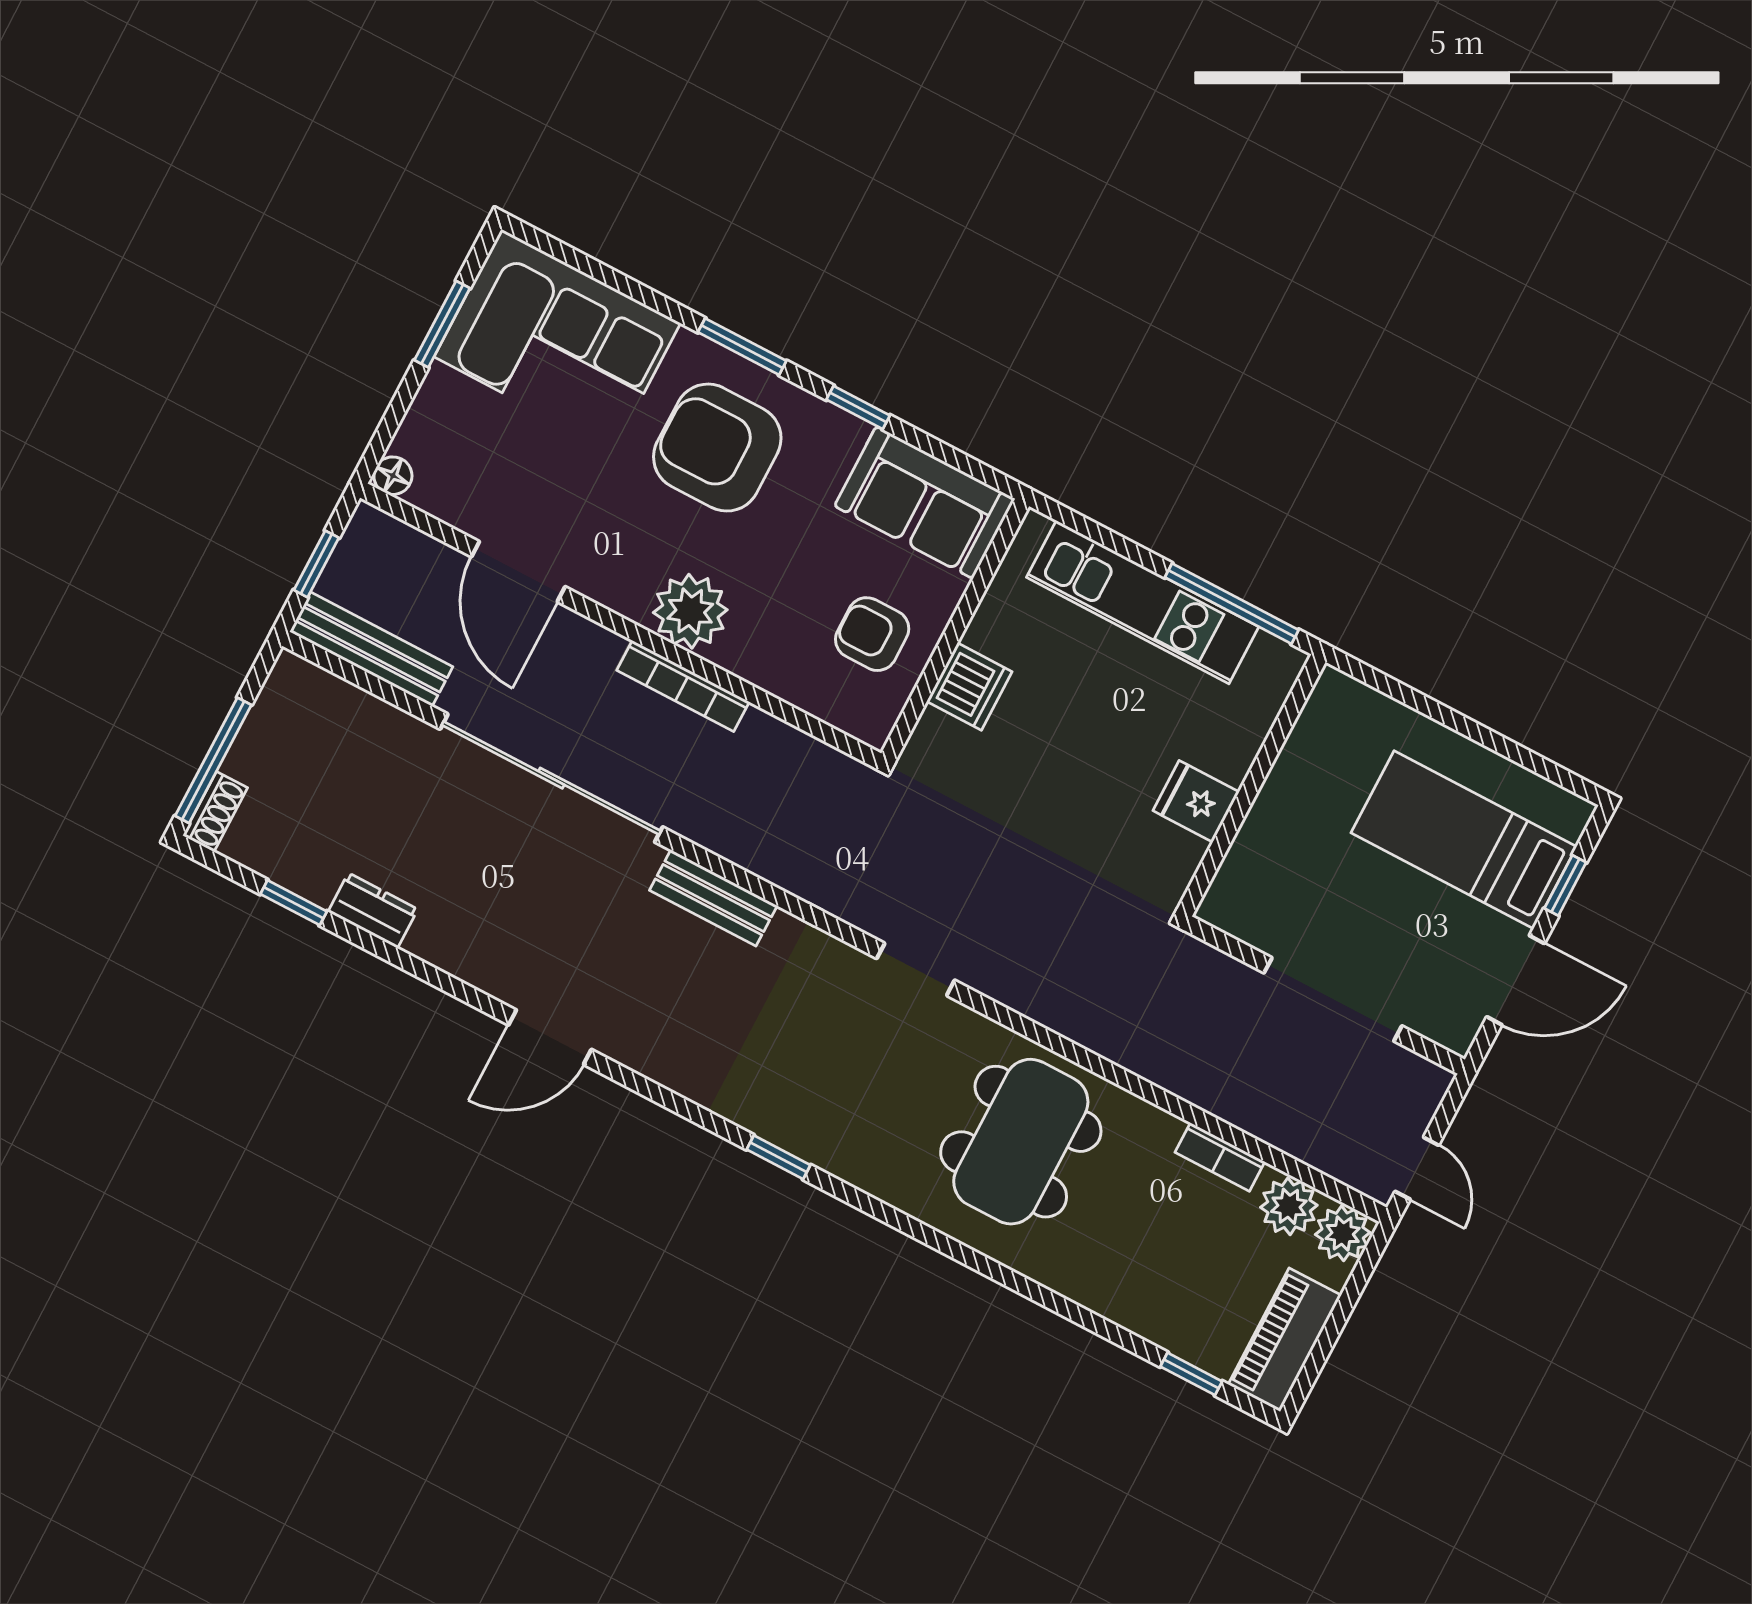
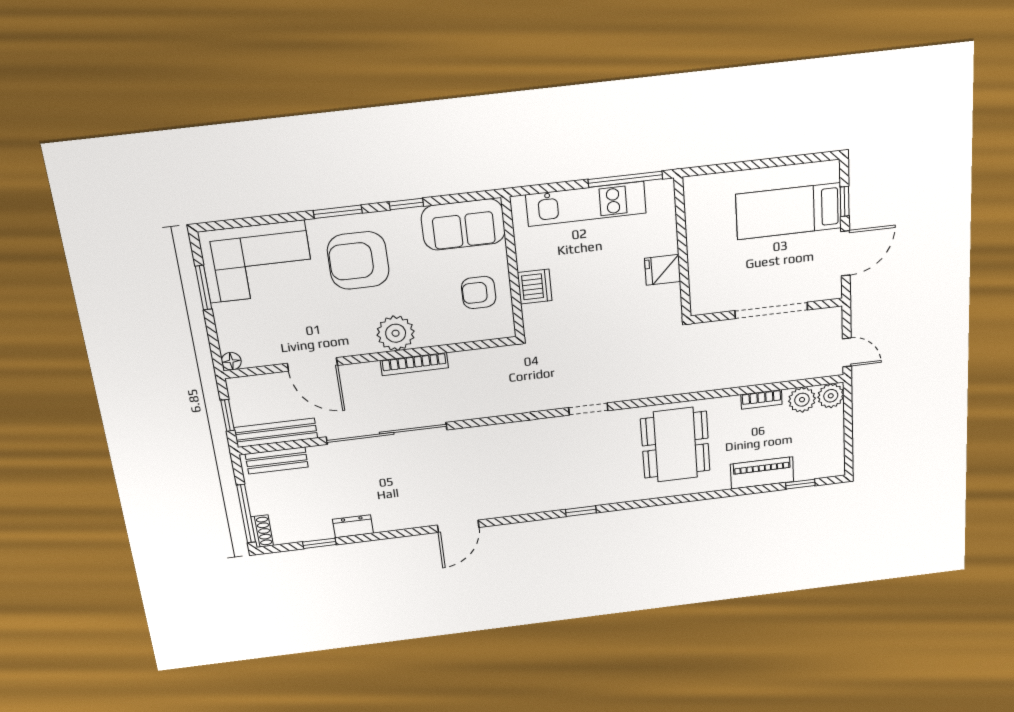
bench: (713, 898) -> (277, 461), moved
piano: (1285, 1340) -> (762, 473), moved, turned 90

